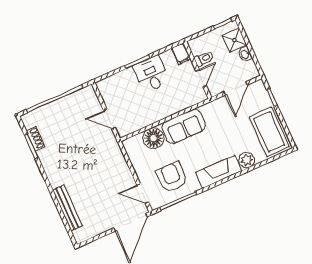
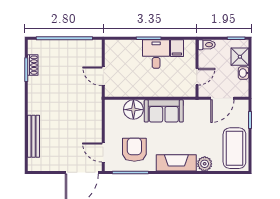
filing cabinet: (181, 54) -> (177, 48), moved
toilet: (204, 59) -> (207, 45), moved

